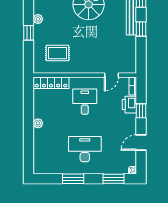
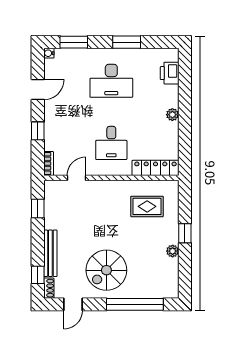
window: (141, 29) -> (38, 209), moved
printer: (129, 105) -> (170, 73), moved, turned 180

